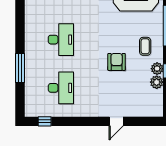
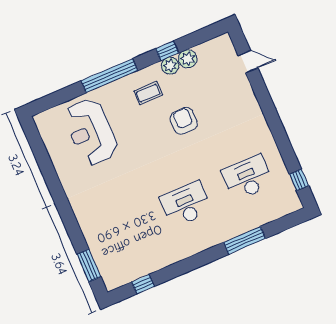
armchair: (117, 62) -> (184, 121), turned 90
door: (116, 121) -> (248, 62), moved

